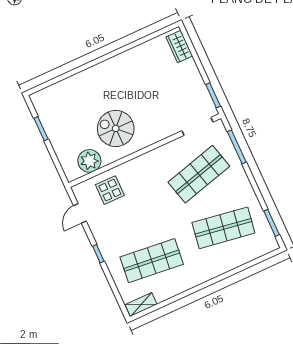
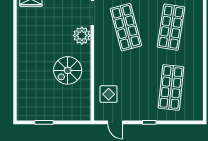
plant: (89, 161) -> (82, 36), moved
shelving: (141, 304) -> (198, 109), removed

